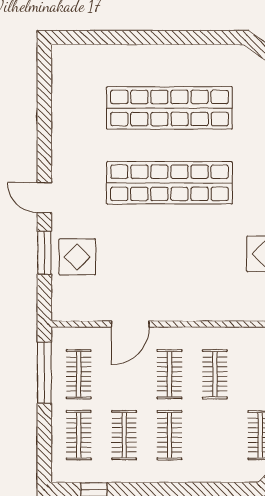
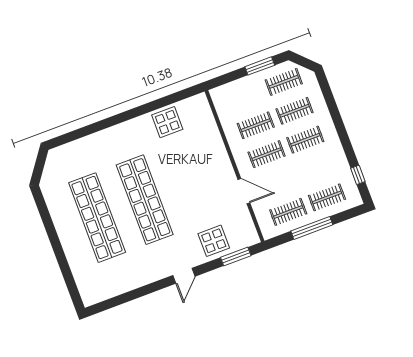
window: (44, 253) -> (236, 256), moved
window: (44, 373) -> (312, 228), moved
clothes rail: (124, 435) -> (295, 111), moved

